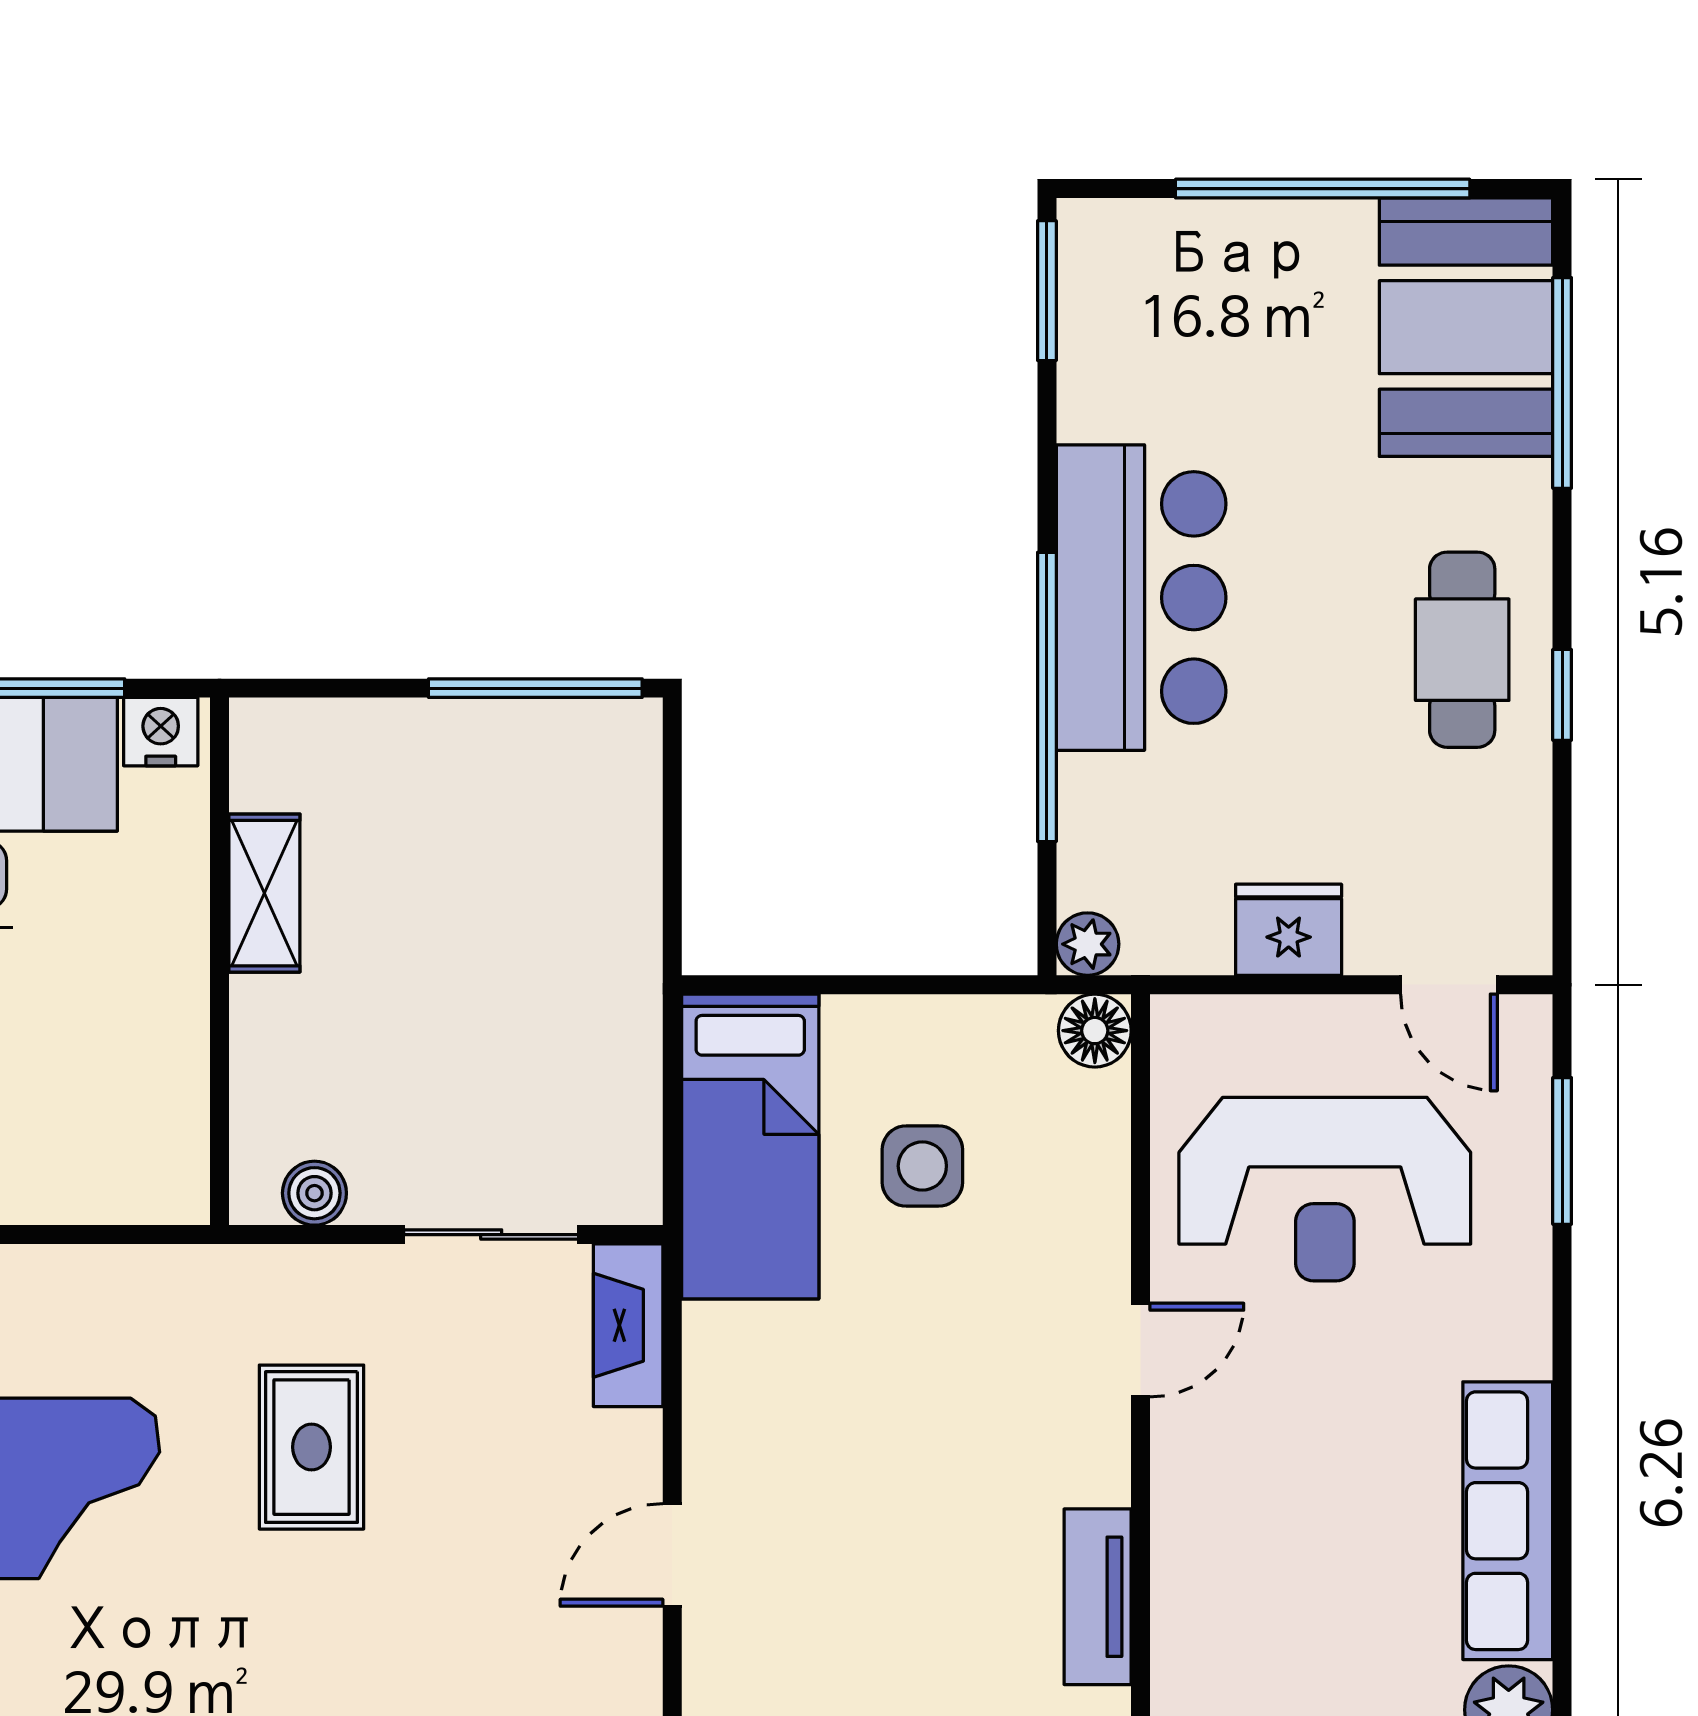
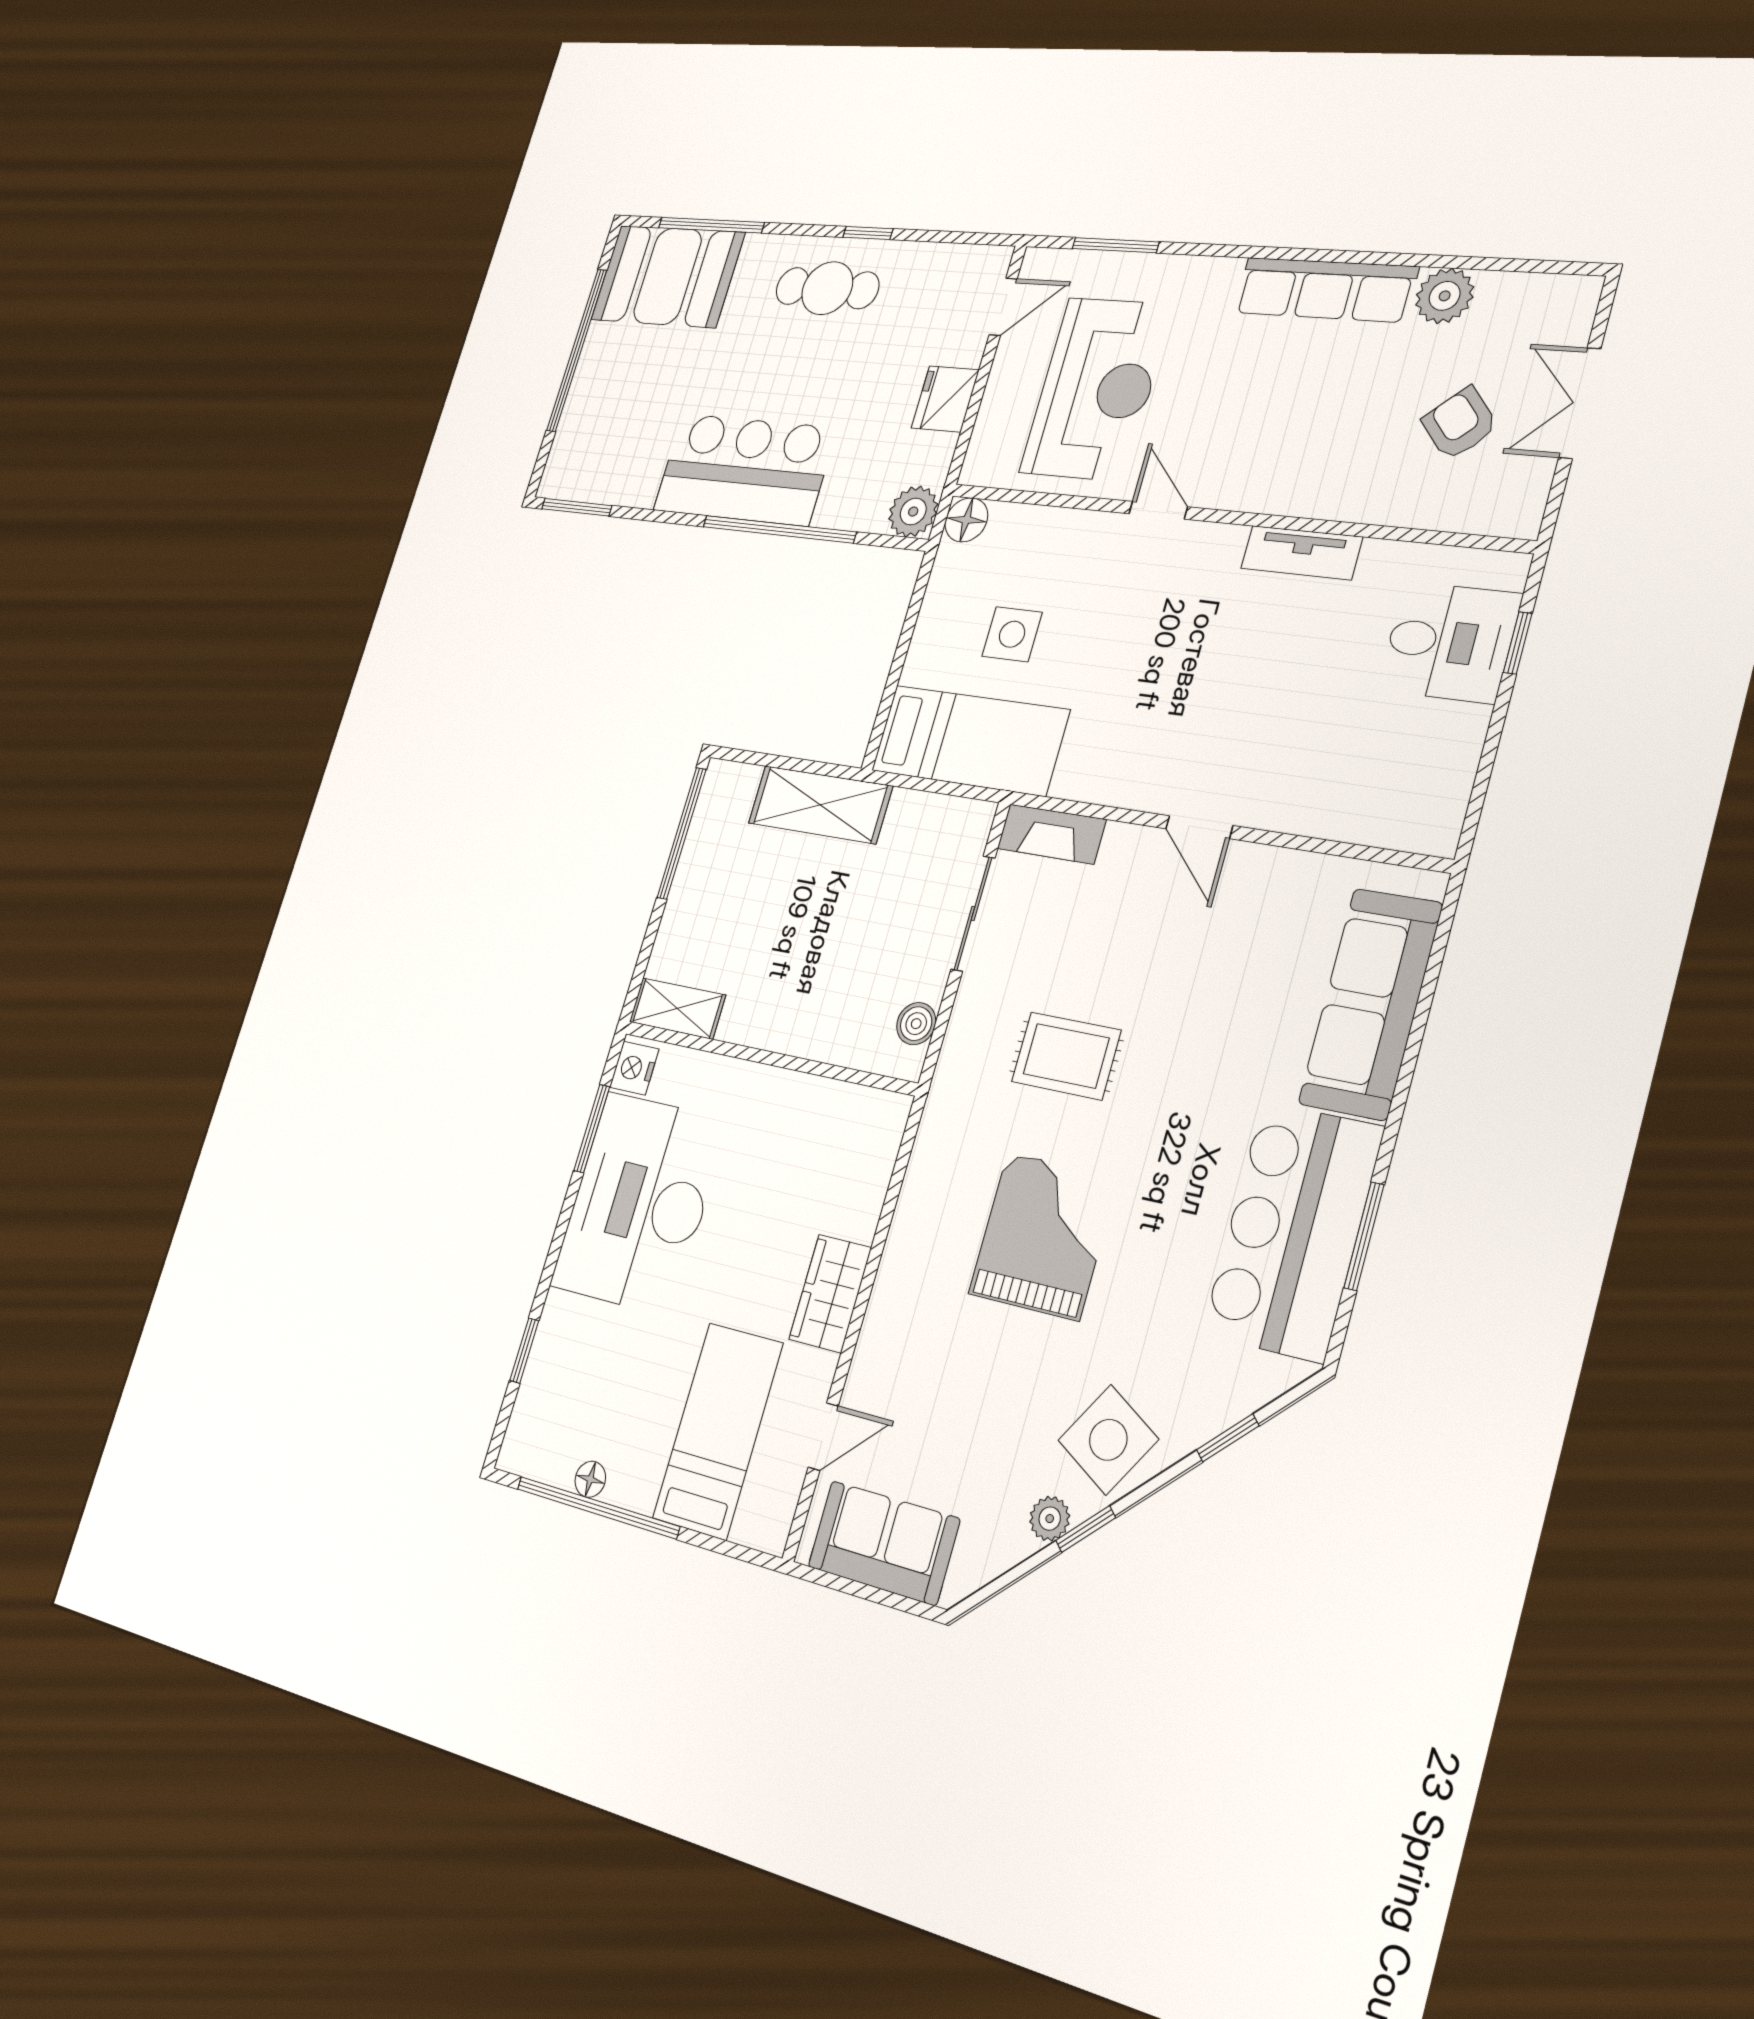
shelving: (264, 893) -> (677, 1009), moved
shelving: (616, 921) -> (820, 805), added
plant: (1088, 944) -> (913, 512), width x1.38, depth x1.38

